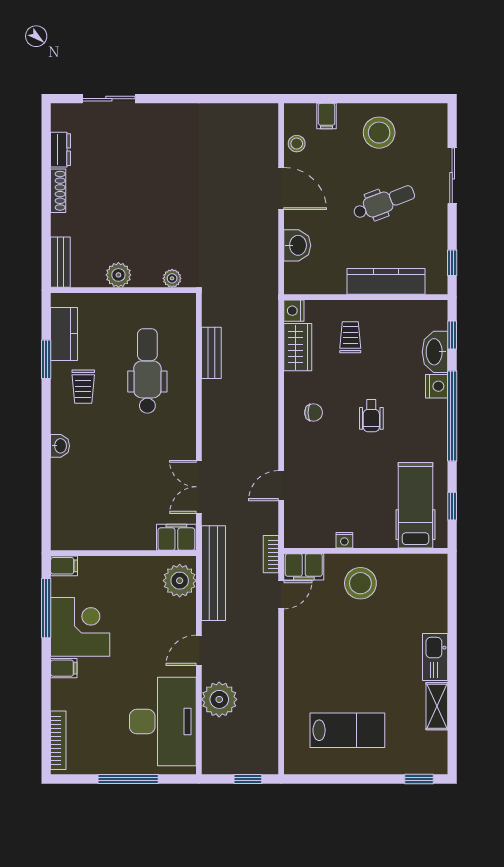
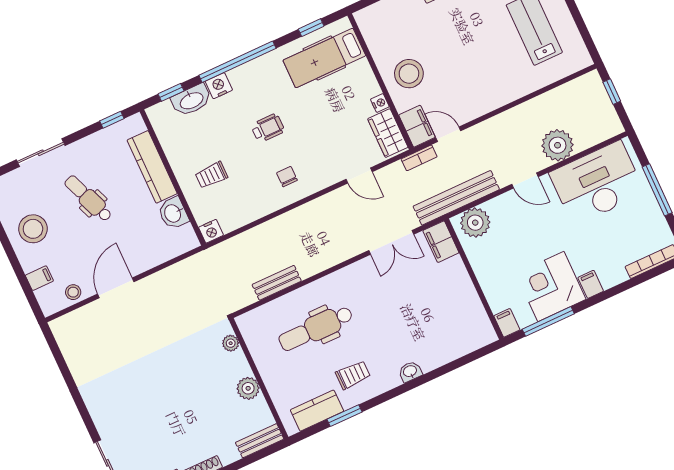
washbasin: (297, 245) -> (173, 213), moved, turned -90
wardrobe: (298, 347) -> (388, 133), moved, turned -90

